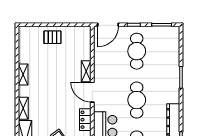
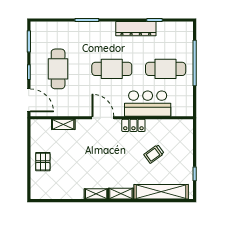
cafe table: (137, 51) -> (58, 69), turned 90
shelving: (86, 71) -> (63, 124), moved
shelving: (23, 75) -> (96, 194), moved
door: (92, 92) -> (103, 118), swing flipped

